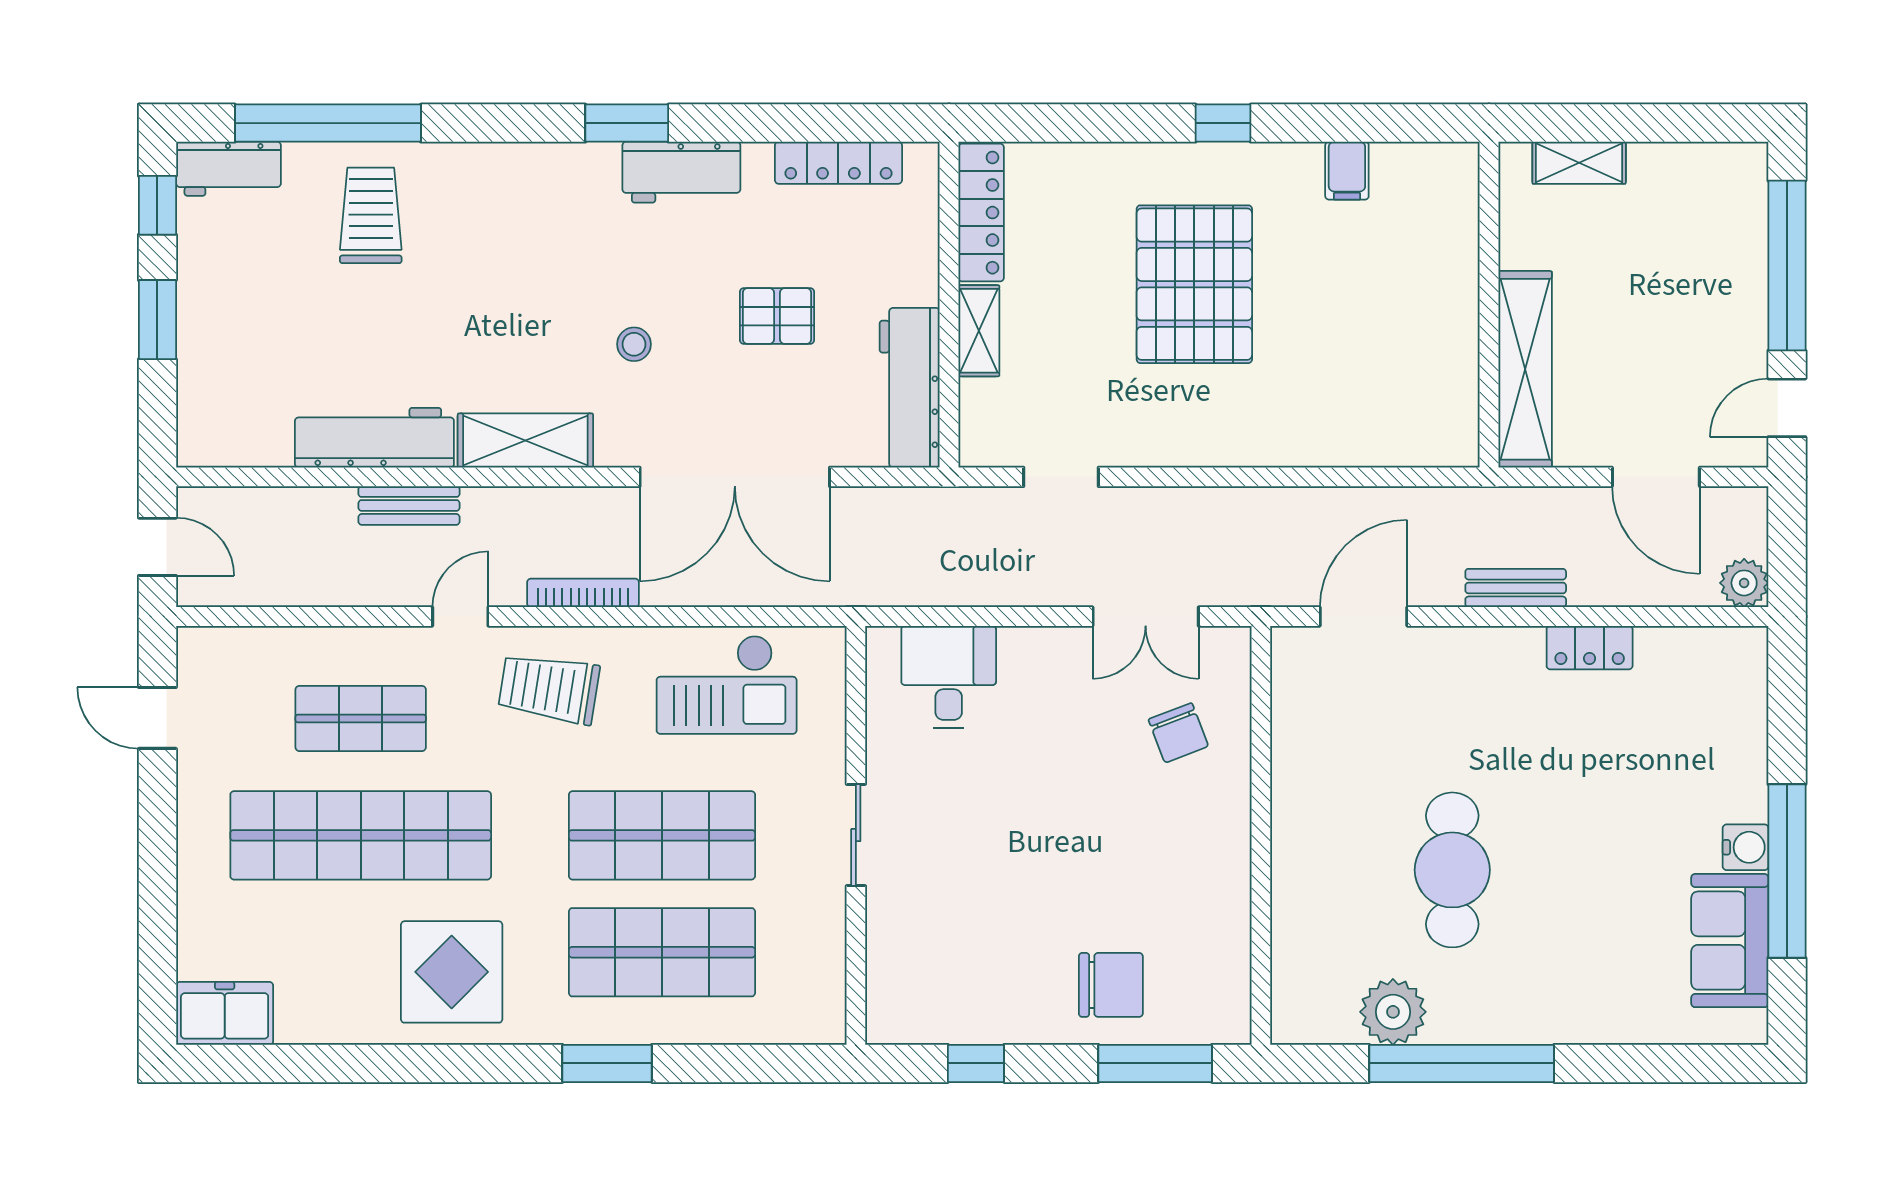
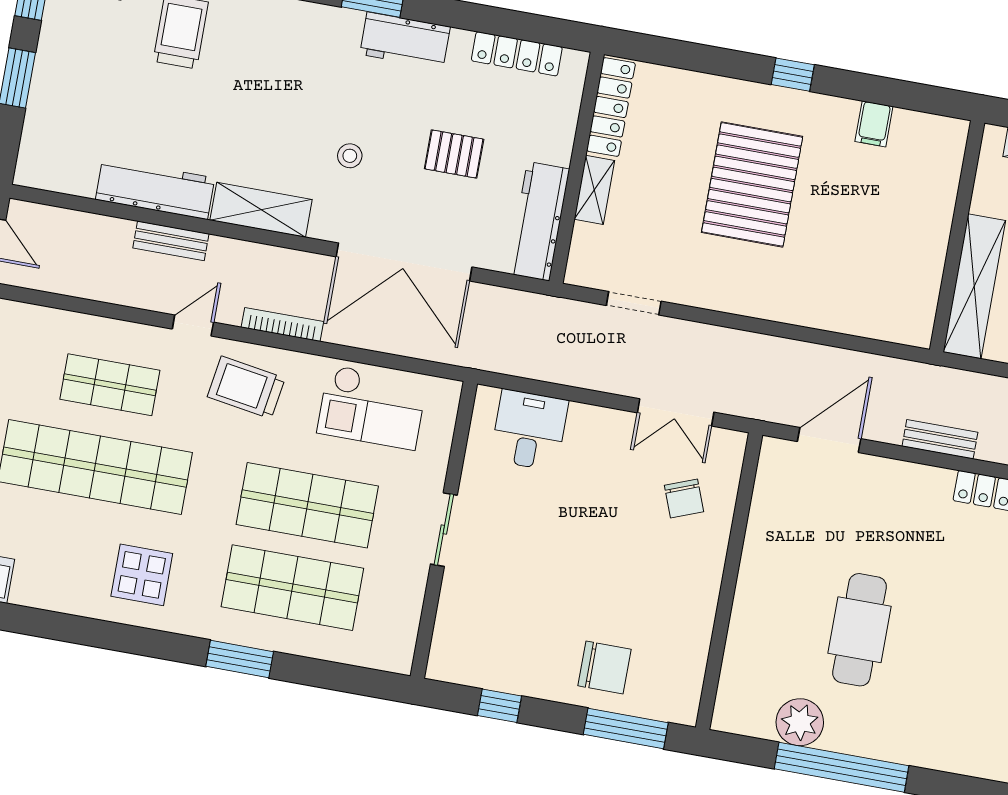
display table: (452, 972) -> (142, 575), width x0.73, depth x0.73

